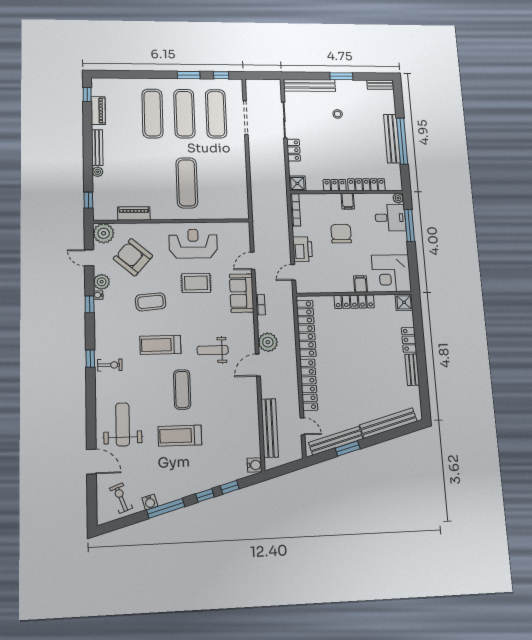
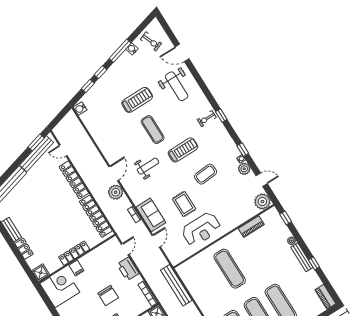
window: (87, 94) -> (314, 263), moved
piano: (98, 111) -> (325, 297), moved
armchair: (133, 257) -> (234, 197), removed
rug: (196, 283) -> (184, 204), turned 90
bench: (270, 428) -> (176, 285), moved
window: (348, 449) -> (36, 142), moved

